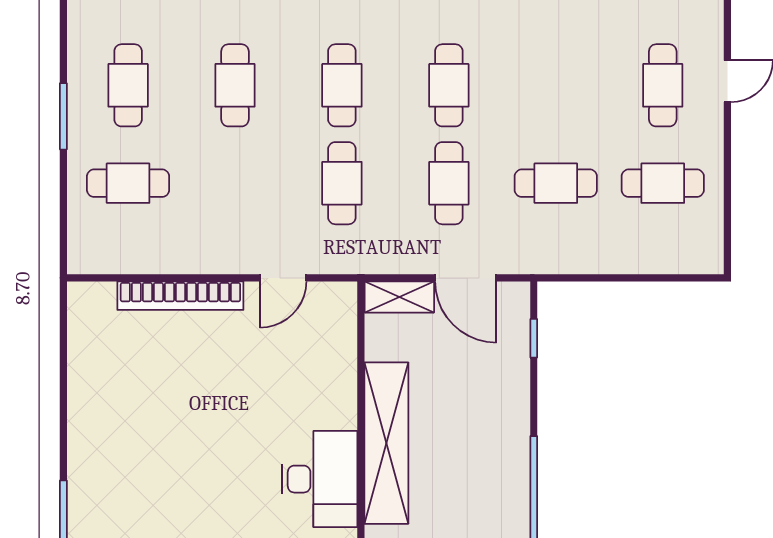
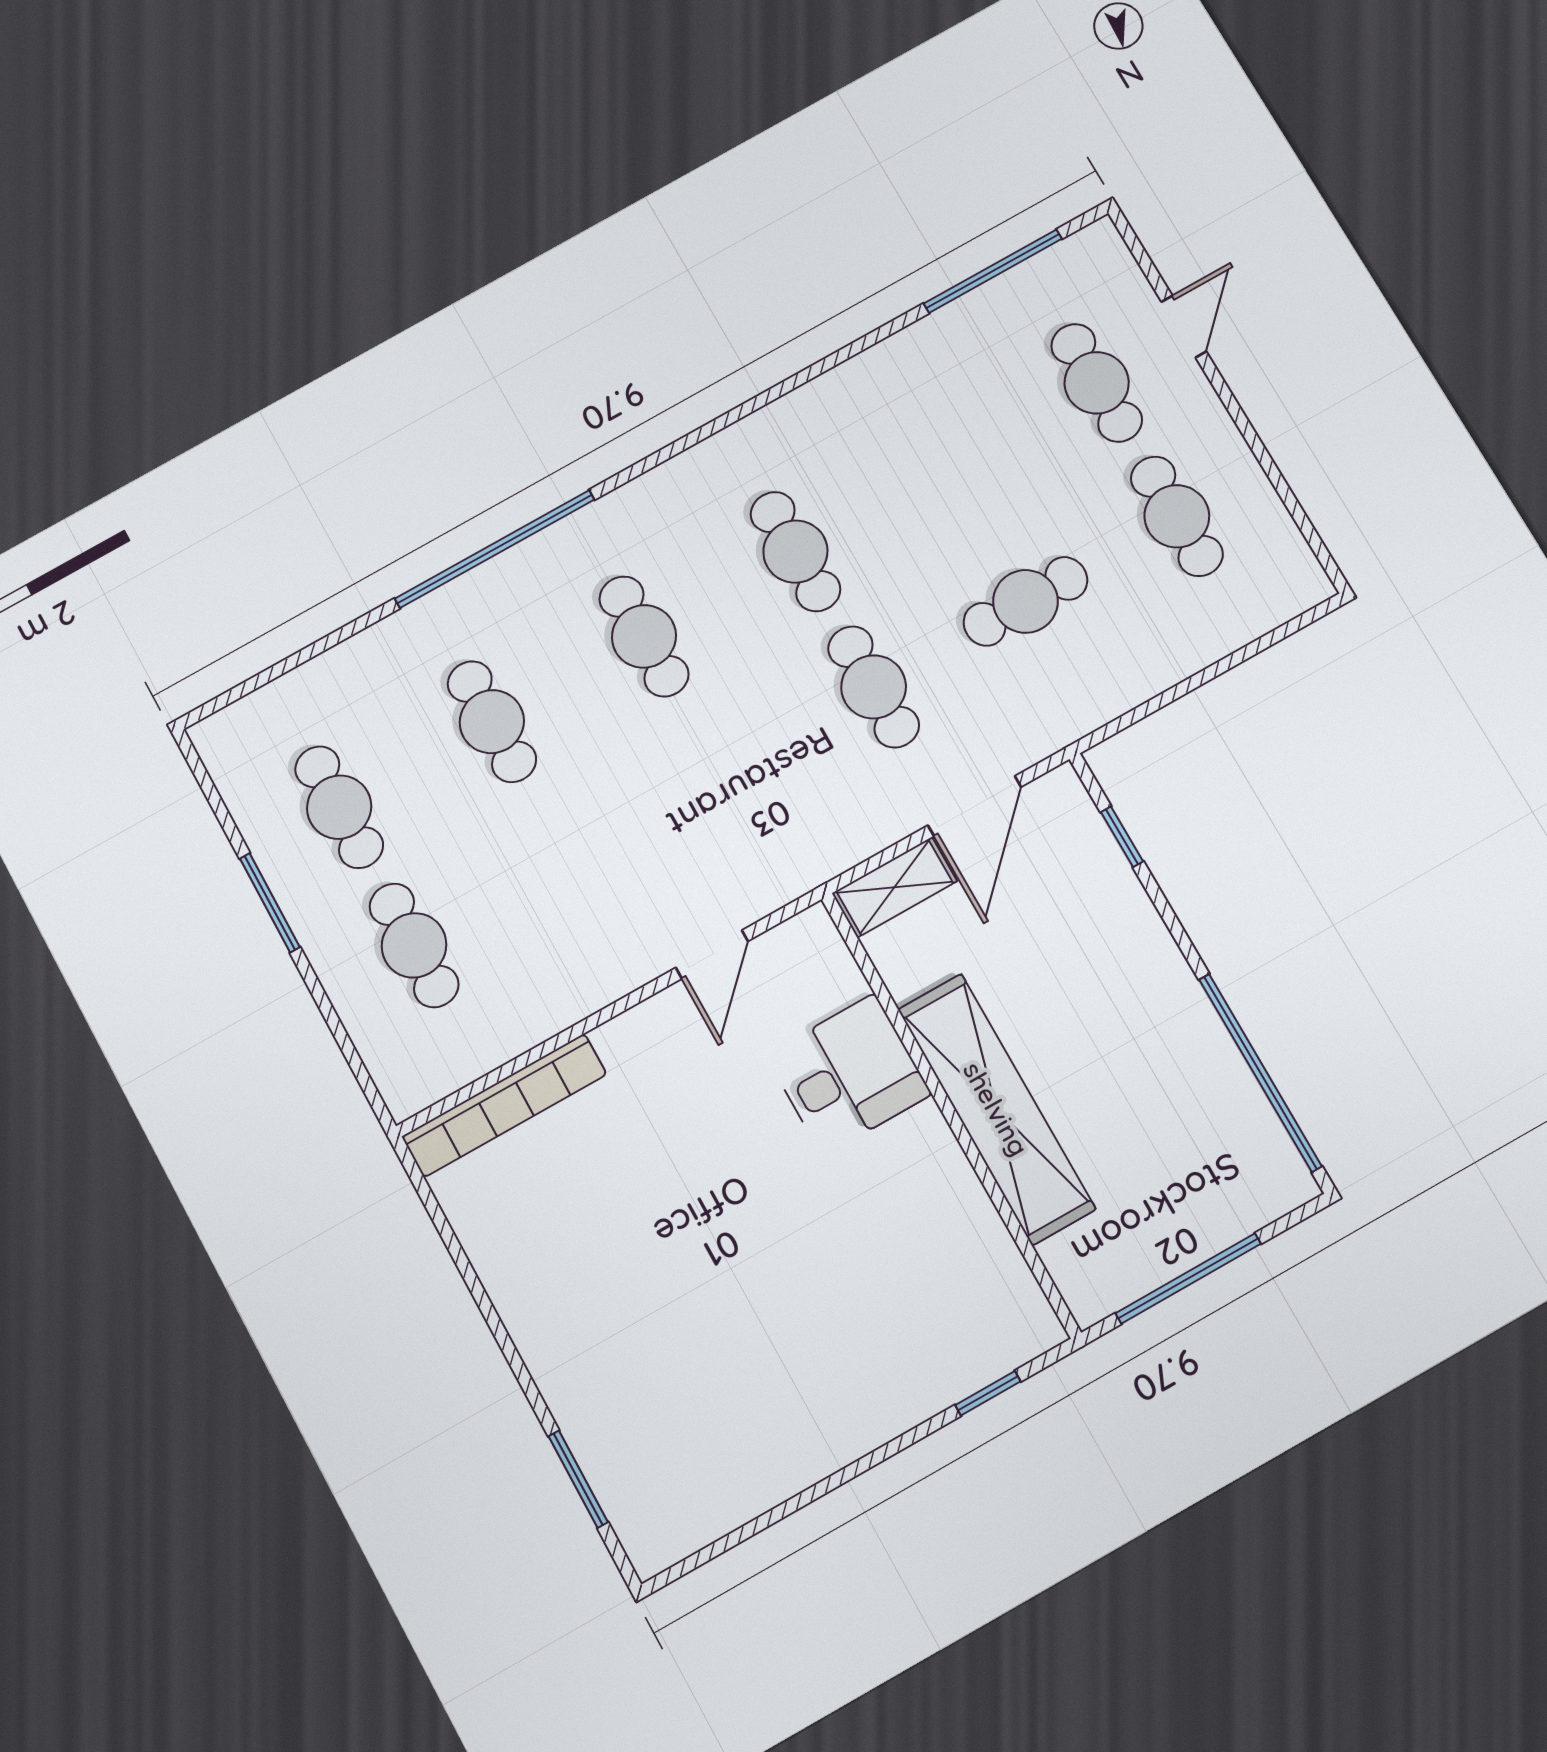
cafe table: (128, 183) -> (414, 945), turned 90
cafe table: (342, 183) -> (721, 773), removed
cafe table: (663, 183) -> (1177, 516), turned 90
door: (466, 278) -> (974, 806), hinge flipped
bookcase: (180, 296) -> (504, 1105), moved
desk: (319, 479) -> (849, 1074), moved, width x0.73

